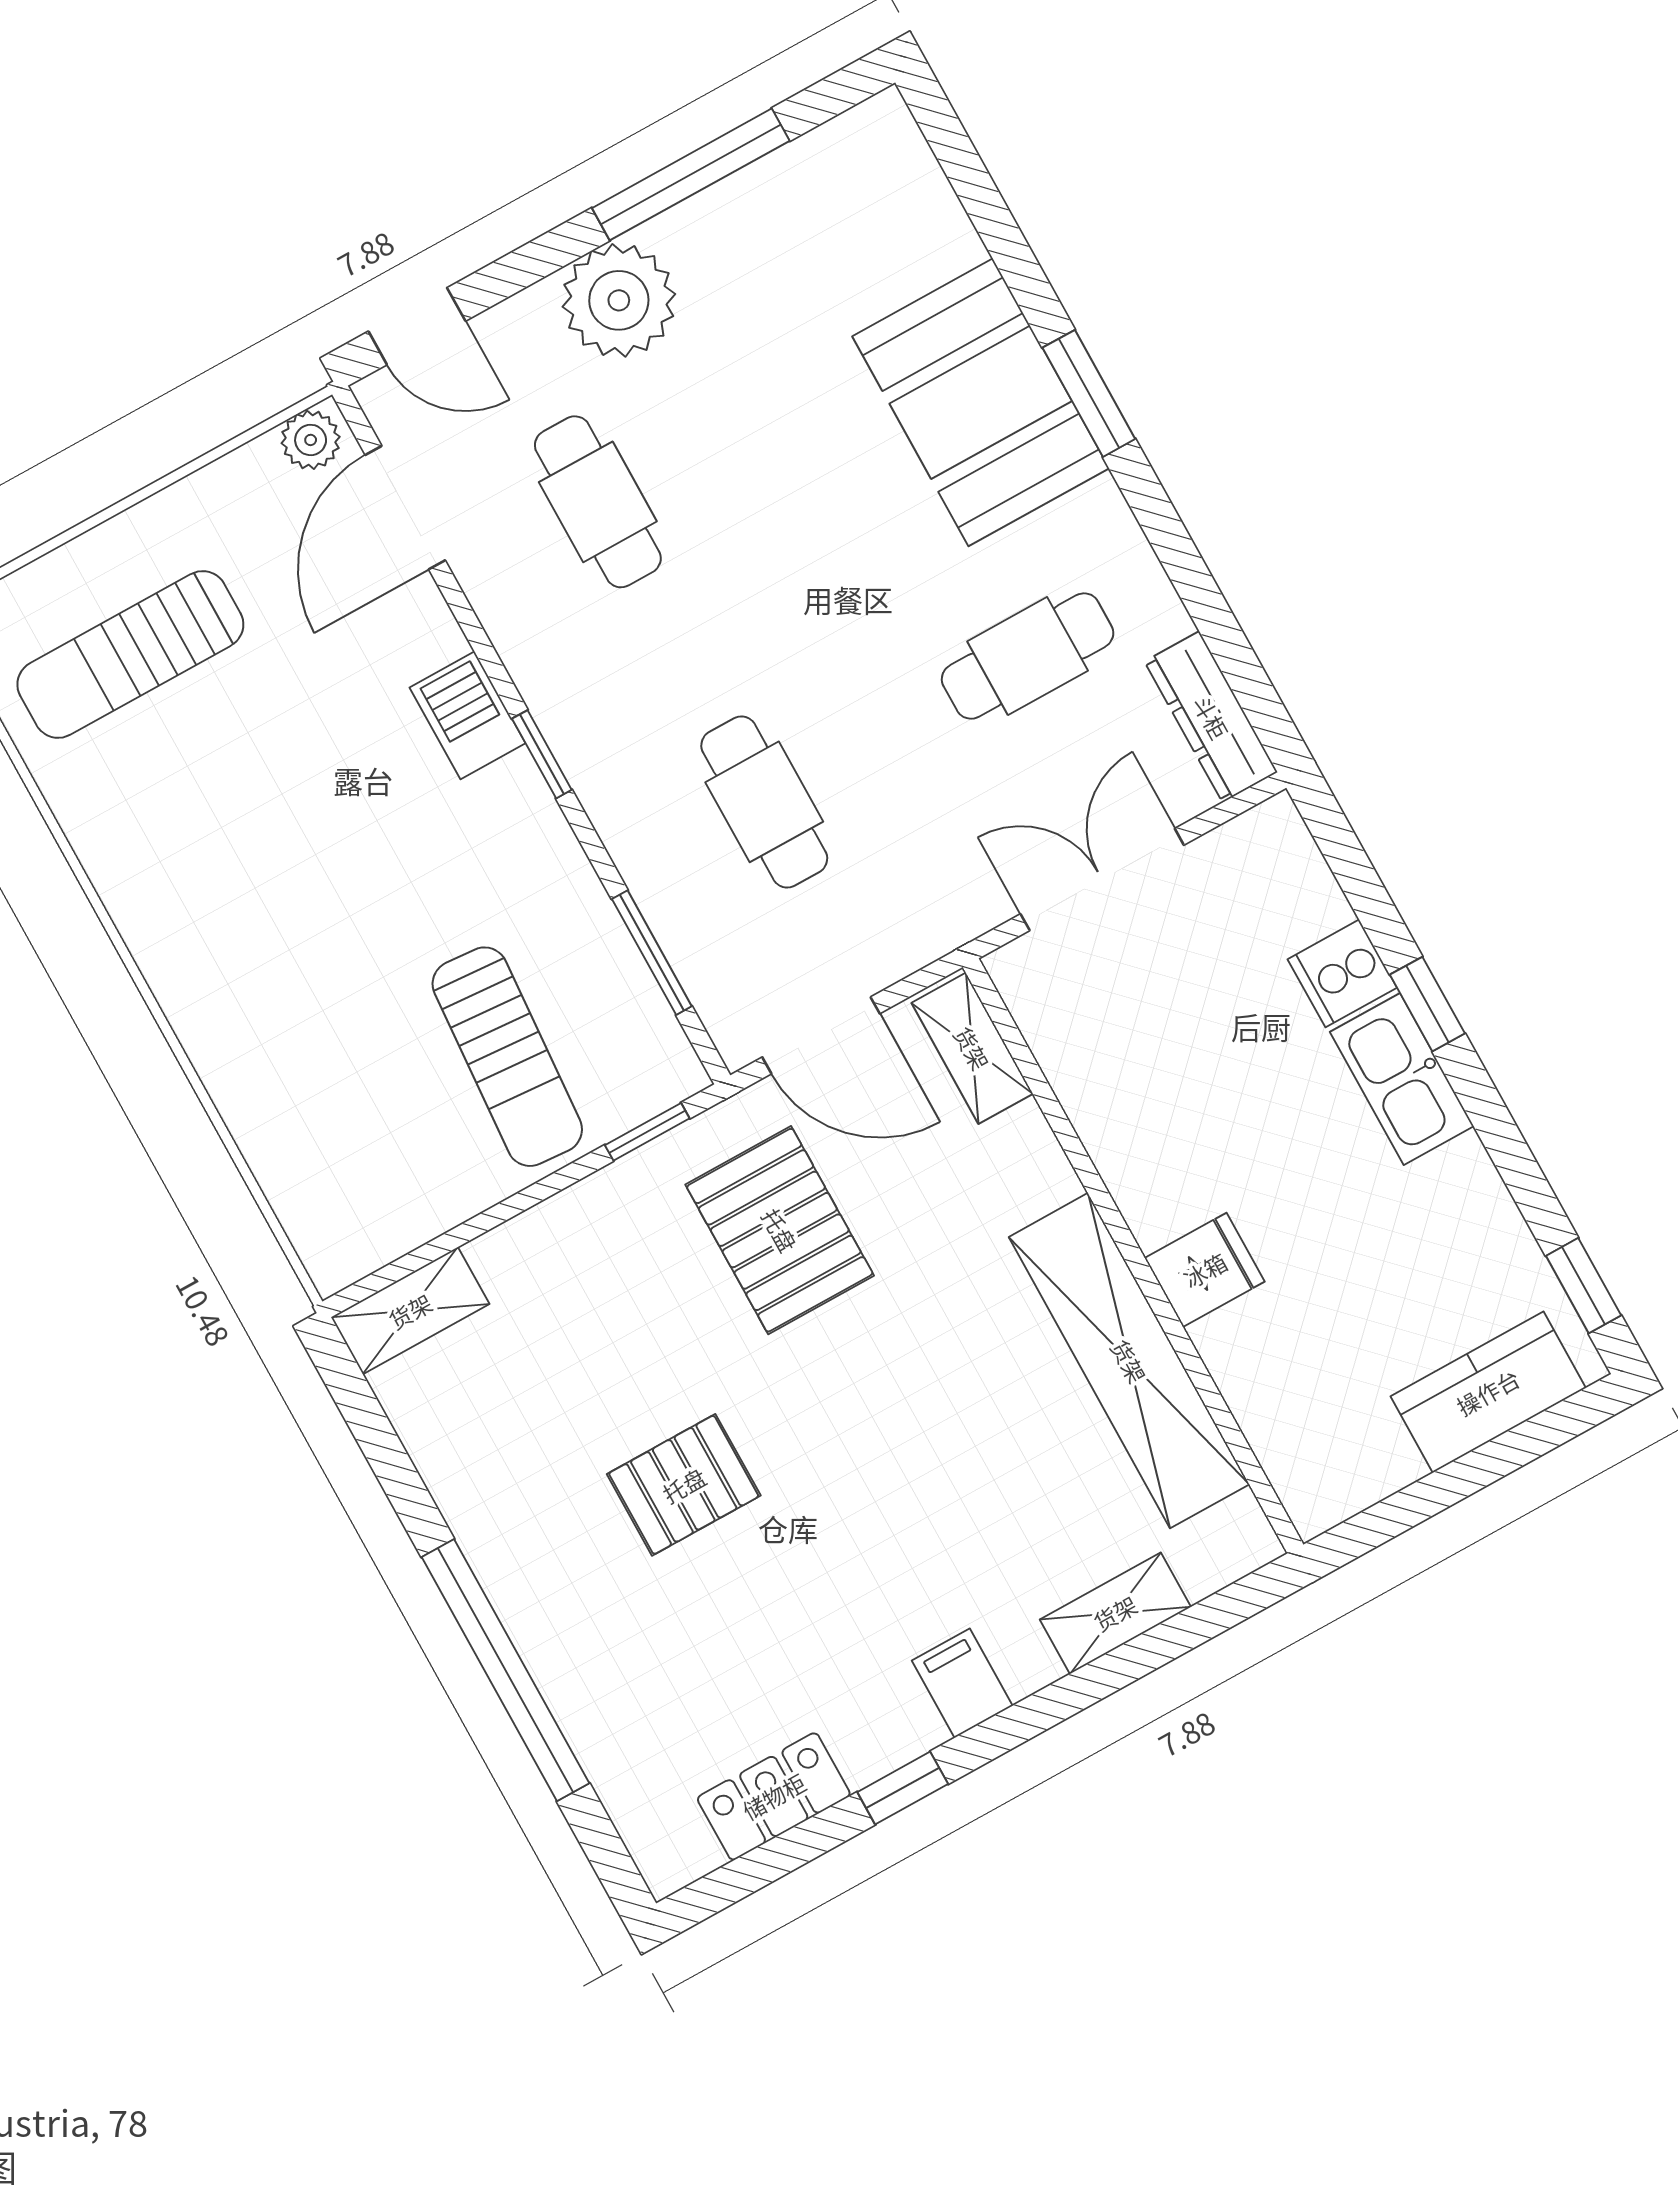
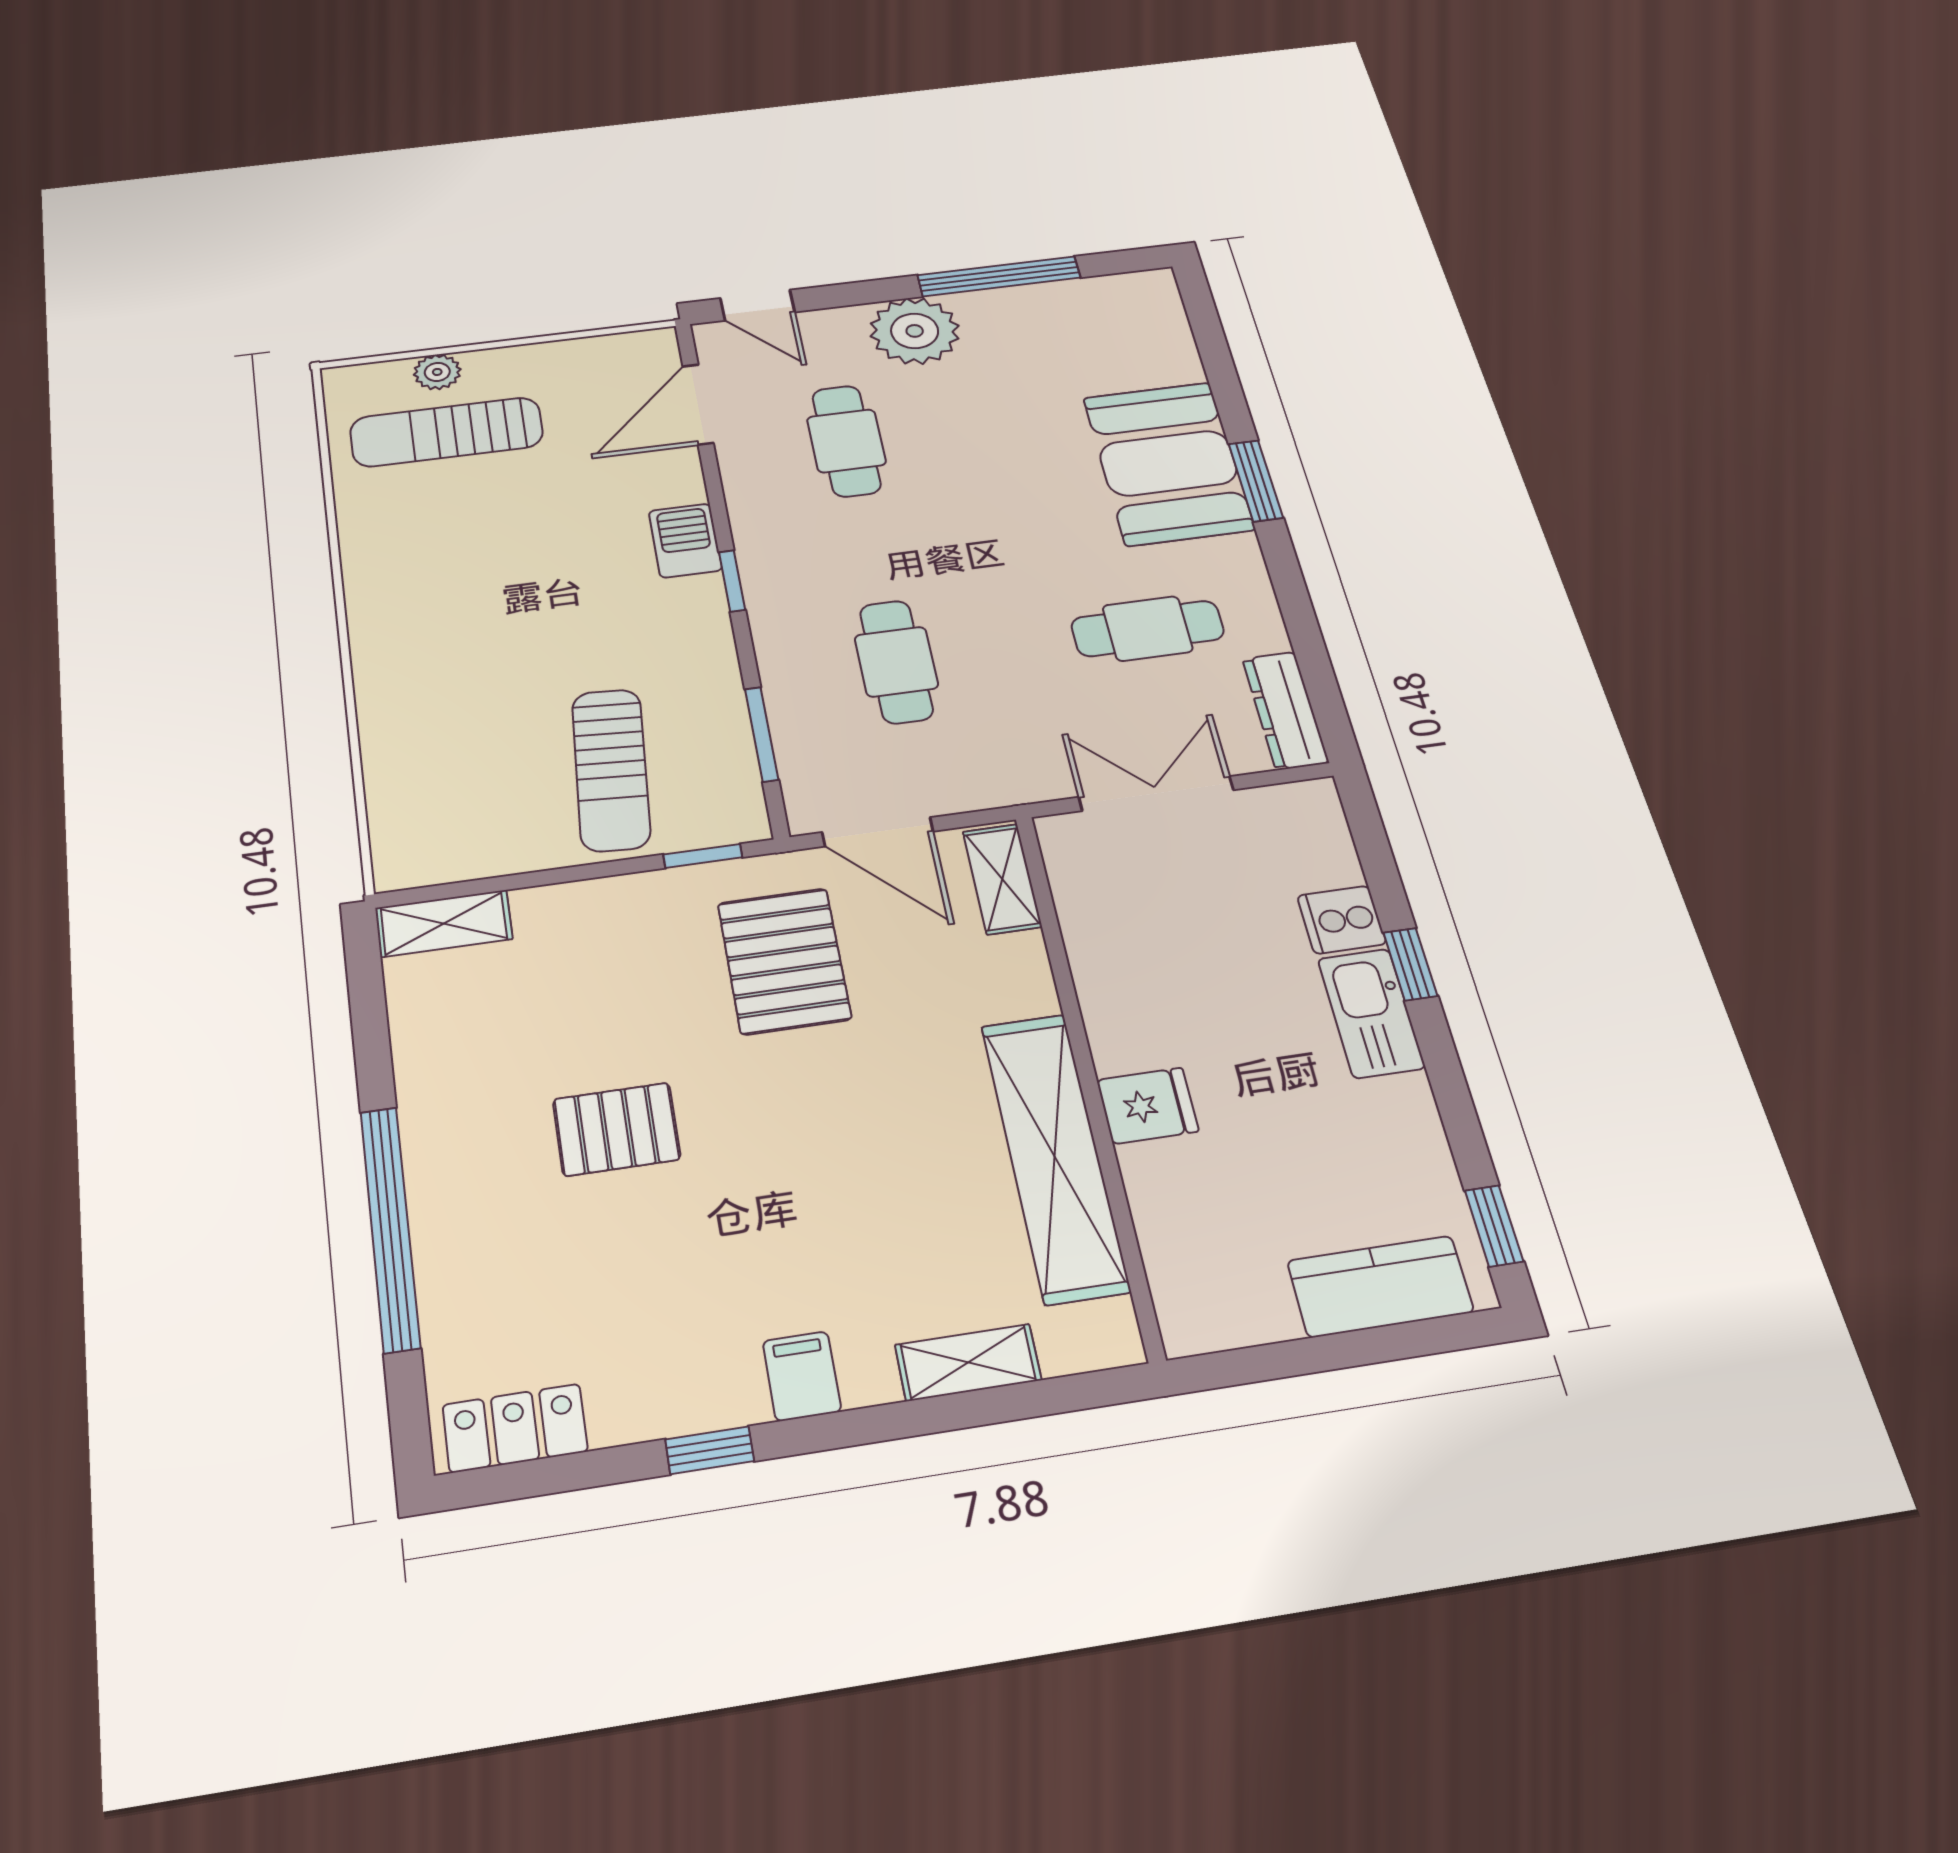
plant: (311, 440) -> (437, 372), moved
locker: (774, 1796) -> (515, 1428), moved

